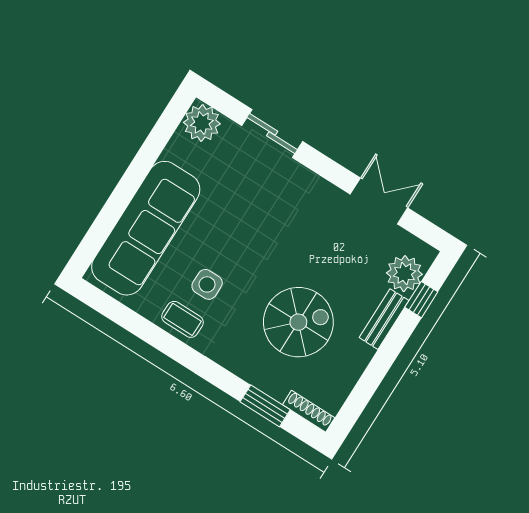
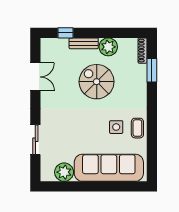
plant: (202, 123) -> (64, 172), moved
double door: (379, 201) -> (35, 77), swing flipped
plant: (404, 274) -> (108, 47), moved
spiral stairs: (298, 322) -> (97, 82), moved

